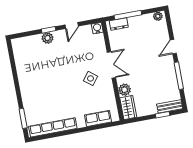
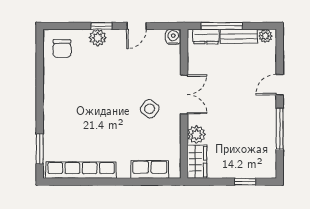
chair: (25, 50) -> (62, 49), added
bench: (170, 106) -> (239, 36), moved

